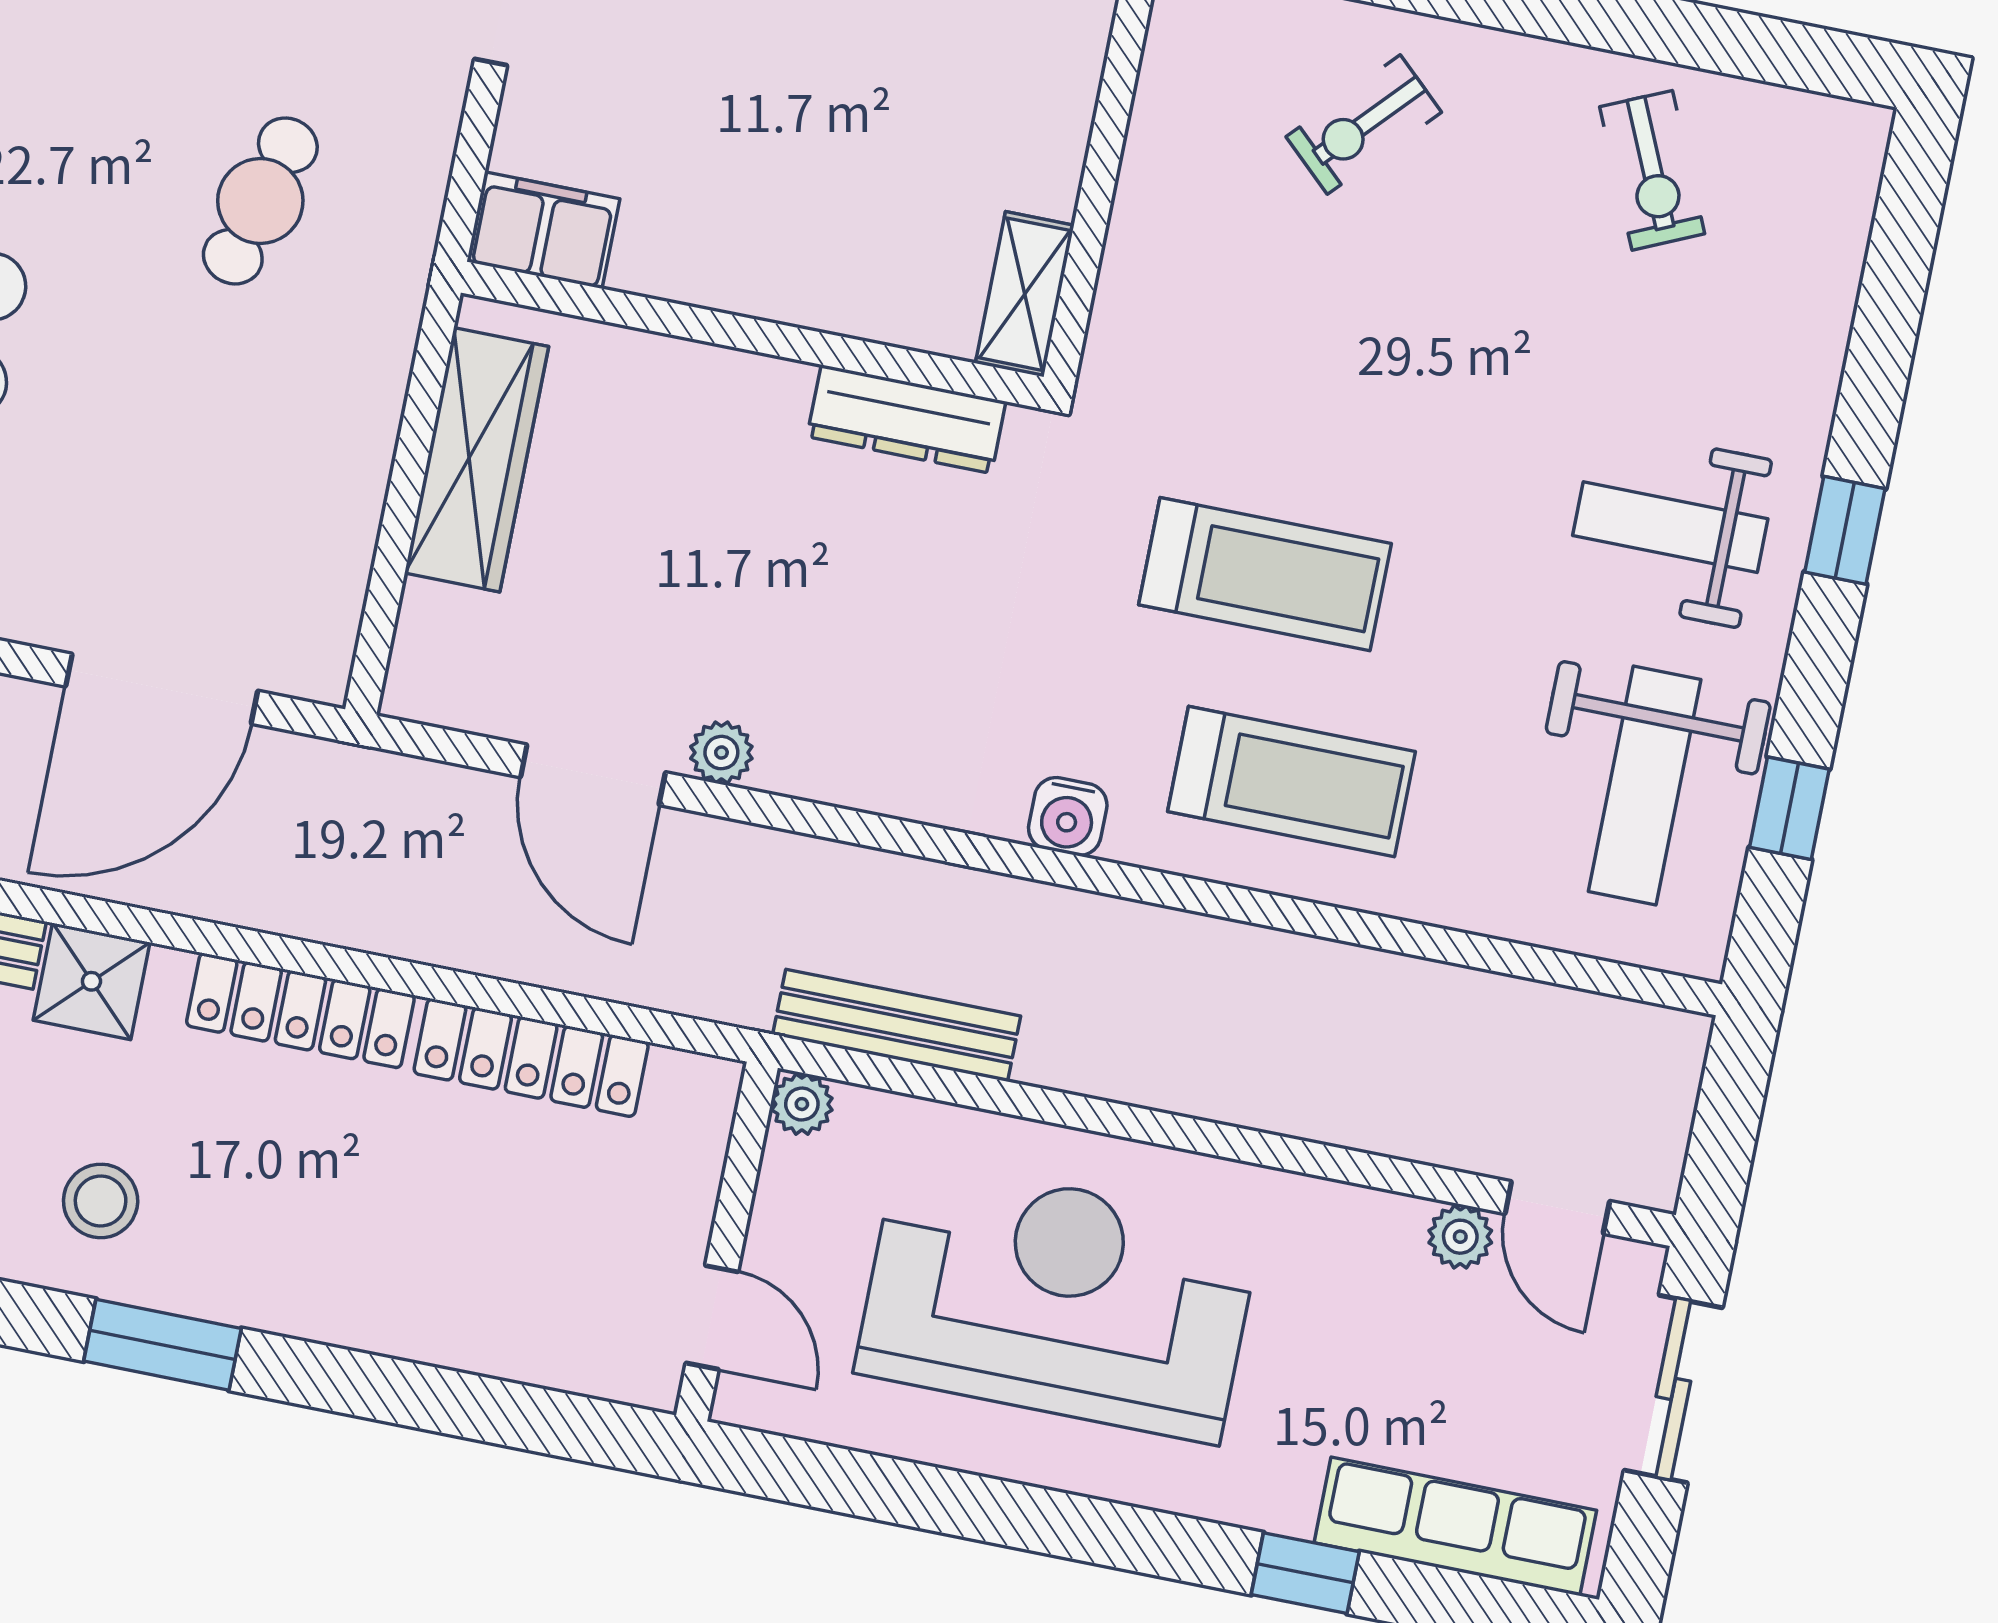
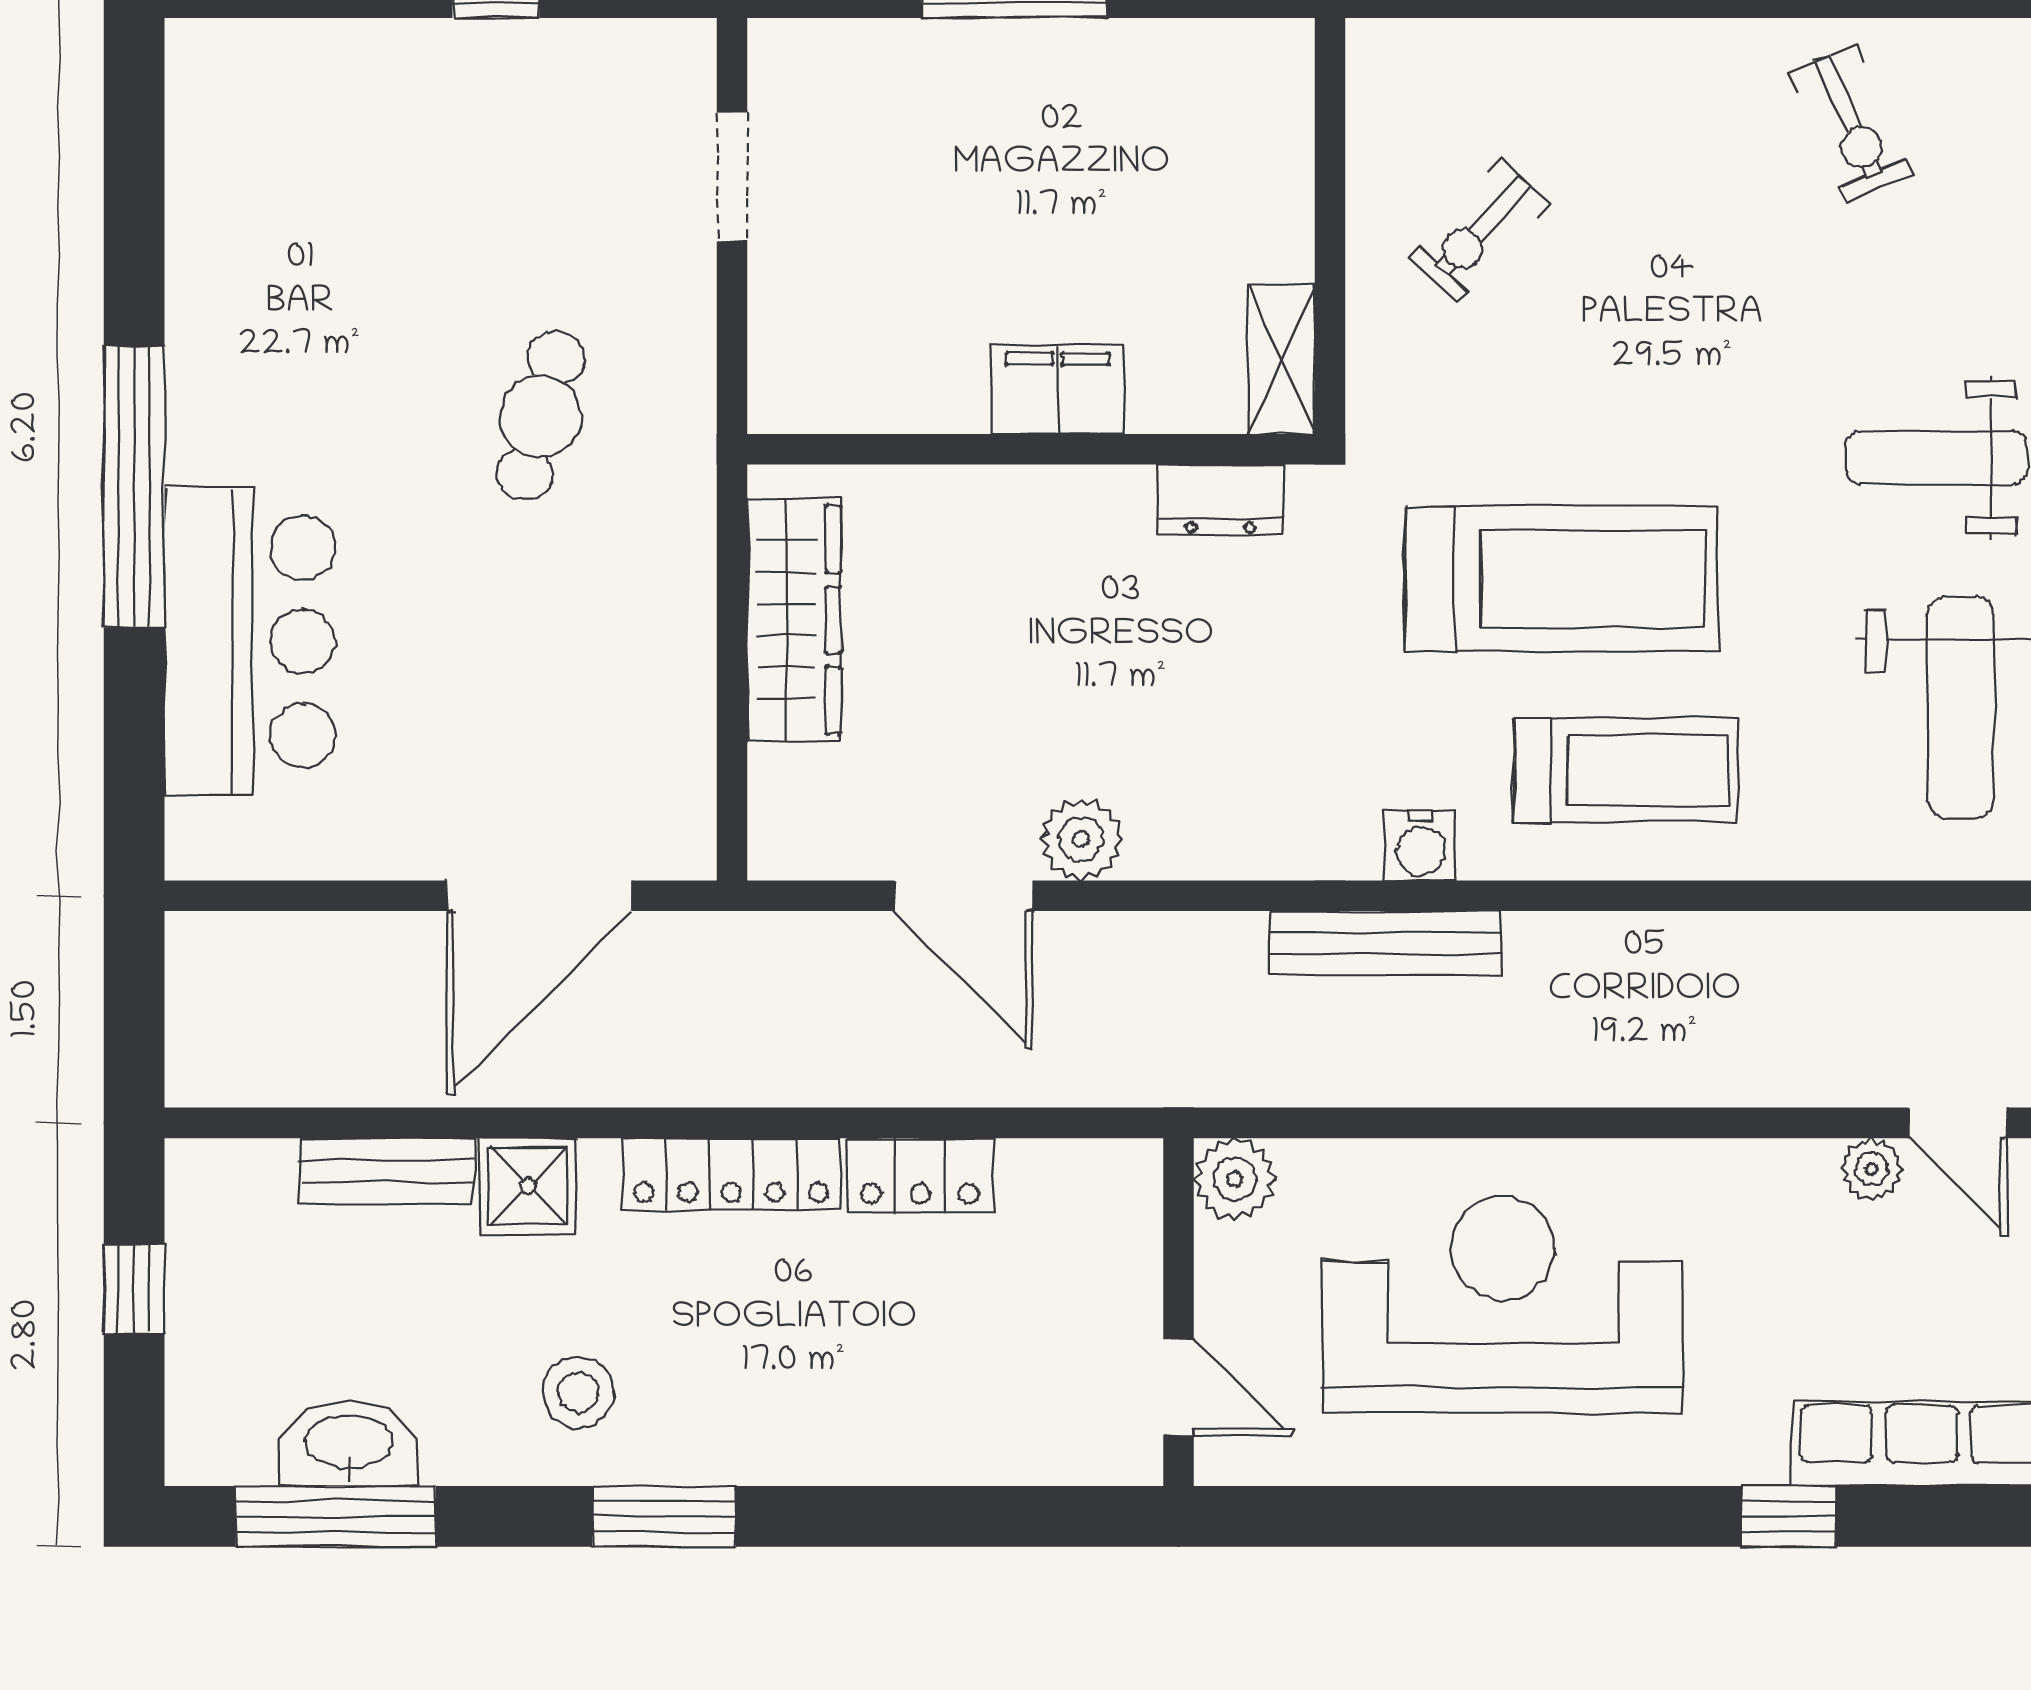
exercise bike: (1364, 124) -> (1479, 231), moved
filing cabinet: (543, 230) -> (1058, 390), moved
dresser: (906, 419) -> (1221, 500), width x0.70
treadmill: (1265, 574) -> (1562, 579), width x1.37, depth x1.38
plant: (721, 753) -> (1081, 839), width x1.38, depth x1.38
bench: (897, 1025) -> (1385, 943), moved
locker: (531, 1058) -> (920, 1175), width x0.66
plant: (802, 1104) -> (1235, 1179), width x1.38, depth x1.38

